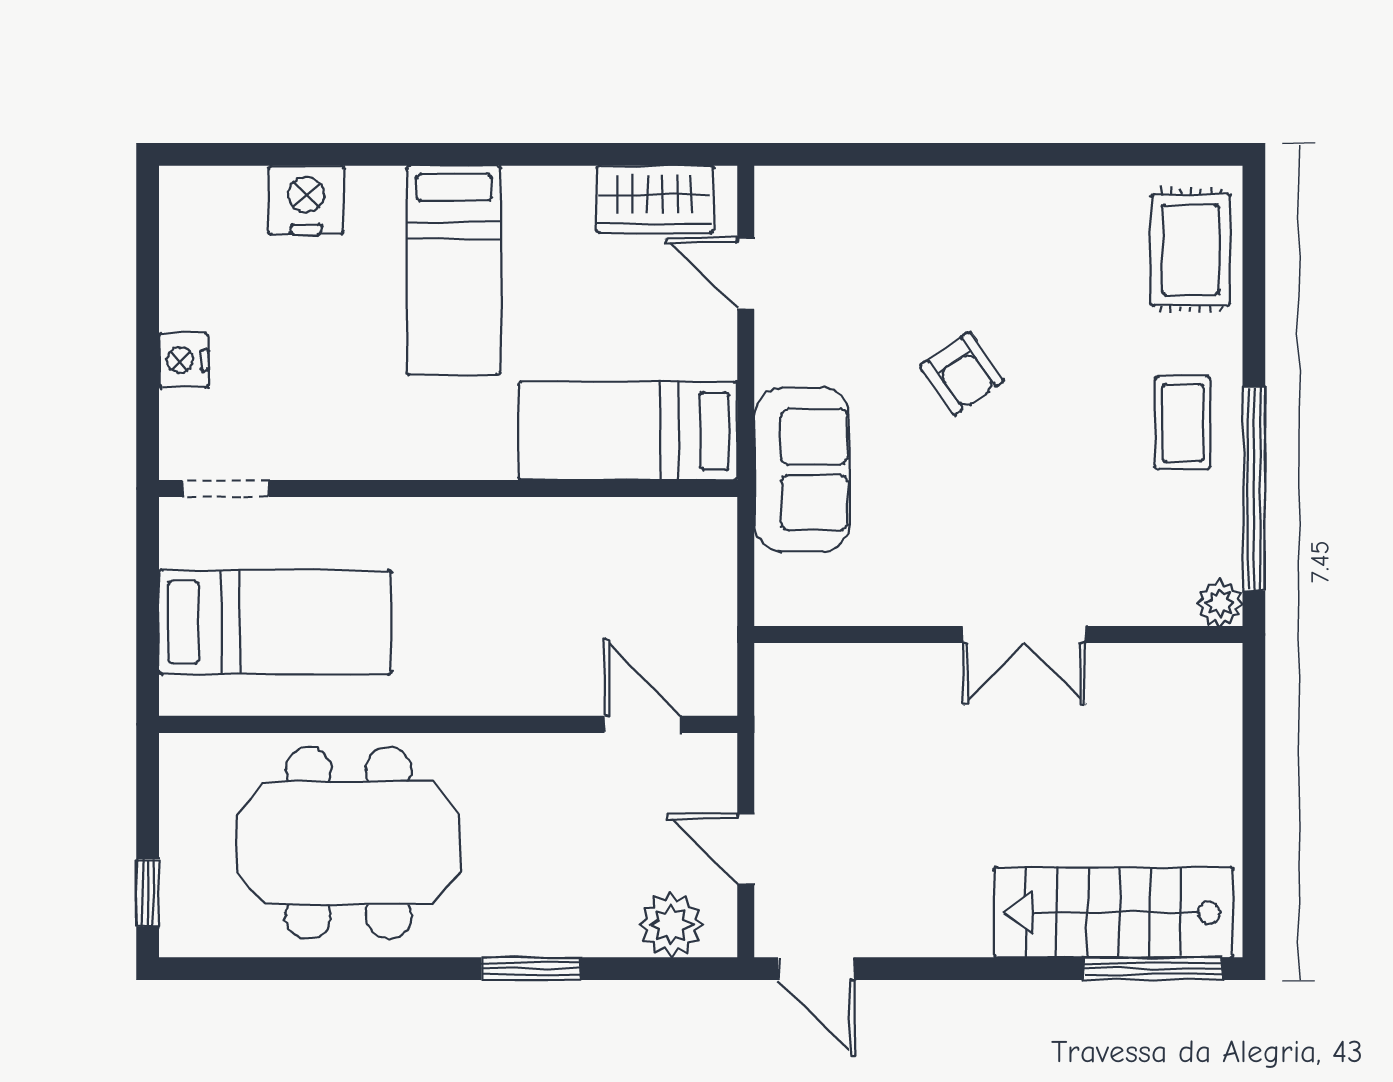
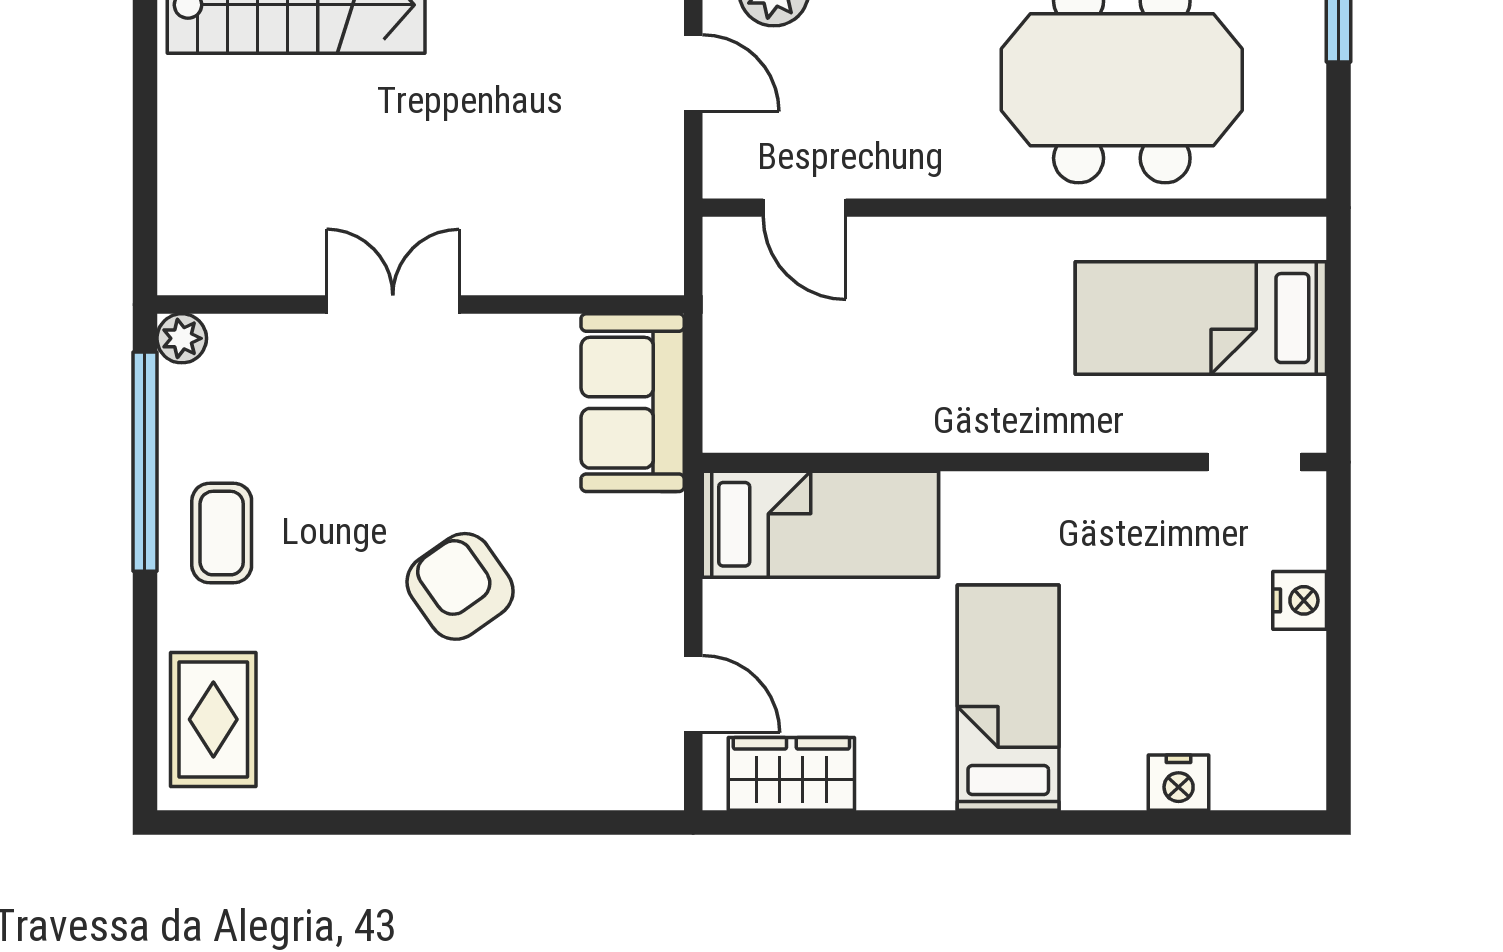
nightstand: (306, 200) -> (1179, 783), width x0.74, depth x0.75
armchair: (962, 373) -> (460, 586), width x1.38, depth x1.38
sofa: (802, 470) -> (633, 403), moved

